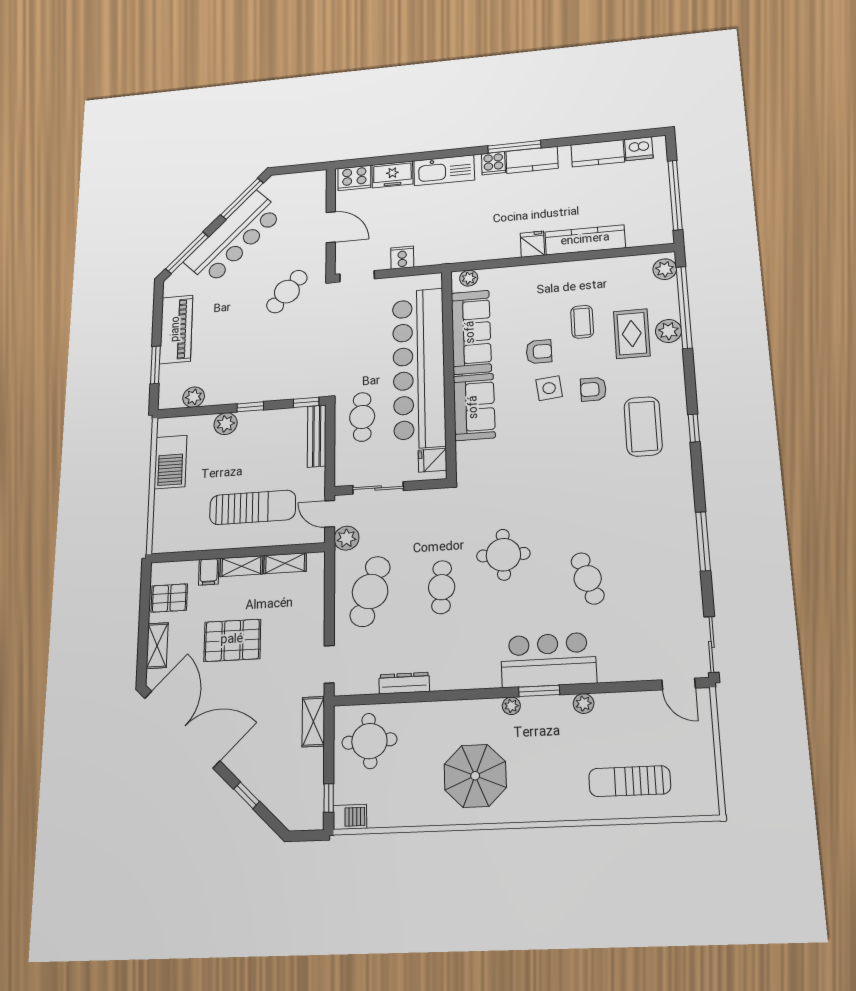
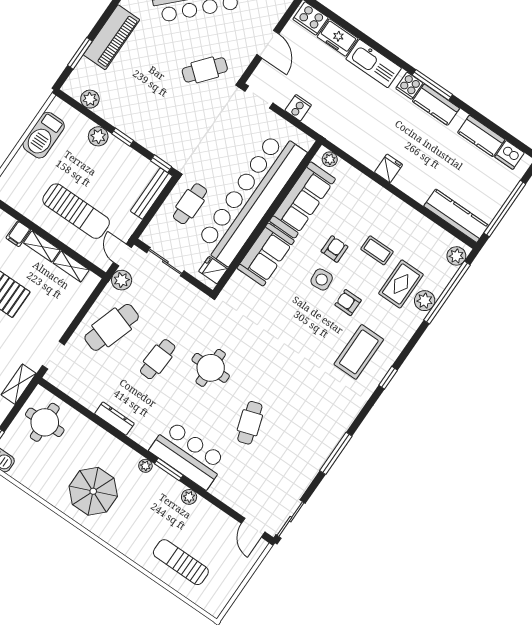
kitchen counter: (585, 240) -> (456, 216), moved
coffee table: (582, 322) -> (377, 250), turned 90
armchair: (539, 352) -> (334, 249), turned -90
dresser: (404, 683) -> (114, 419), moved

